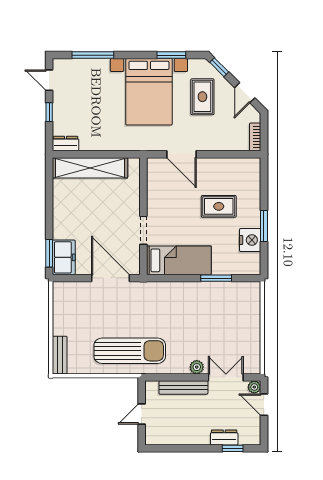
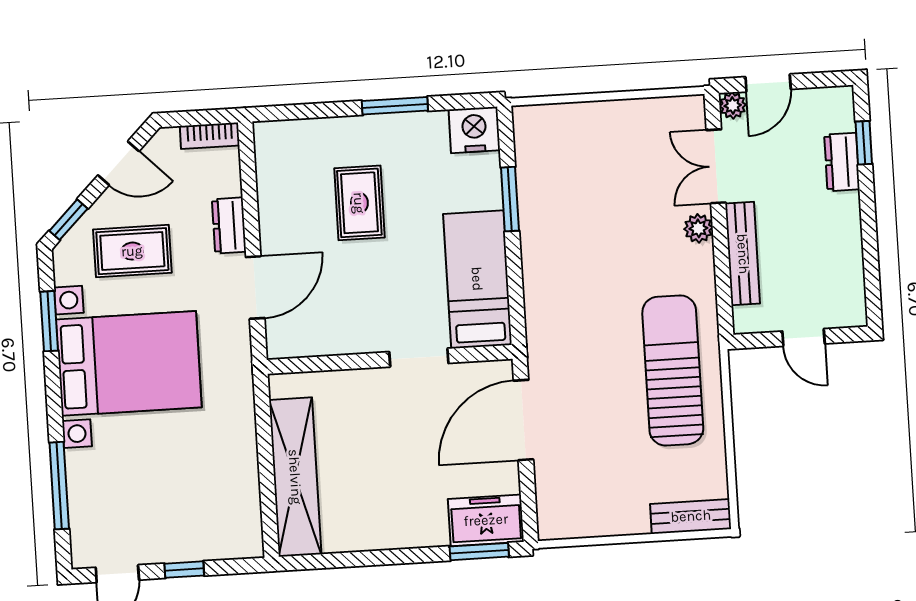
dresser: (65, 144) -> (229, 226), moved
nightstand: (250, 240) -> (474, 130), moved

